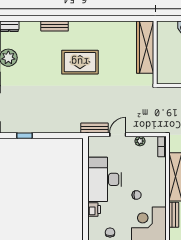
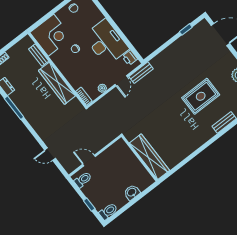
rug: (80, 62) -> (201, 96), moved
printer: (94, 210) -> (130, 58), moved

